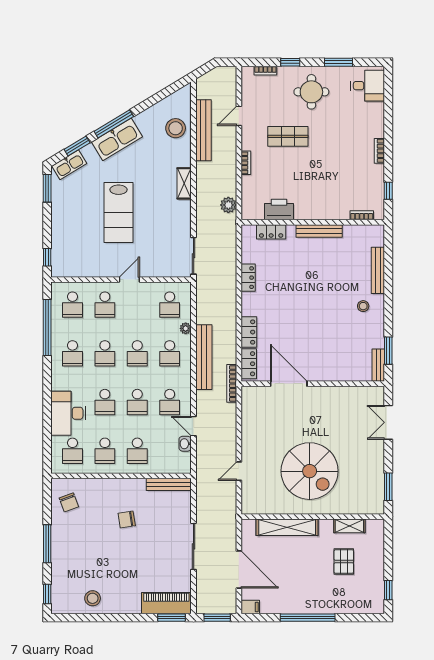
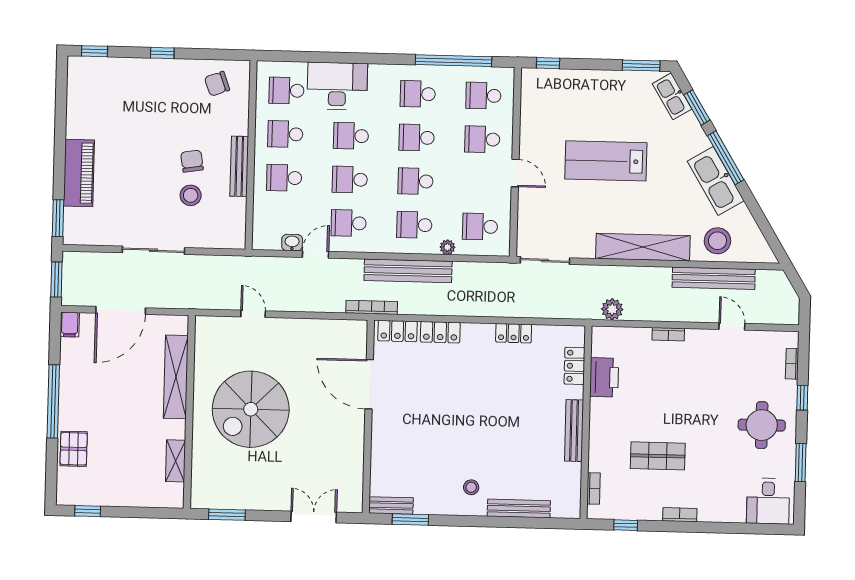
shop shelf: (288, 136) -> (658, 456), moved, turned 90
kitchen sink: (117, 139) -> (716, 181), moved
shelving: (184, 183) -> (643, 247), width x2.20, depth x1.33
door: (289, 384) -> (369, 384), swing flipped
bench: (169, 484) -> (239, 166), moved
window: (47, 544) -> (162, 53), width x0.46
pallet: (344, 562) -> (74, 449), moved, turned 90
stool: (93, 598) -> (191, 195), moved
piano: (166, 603) -> (79, 173), moved

